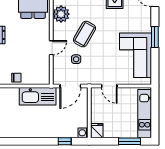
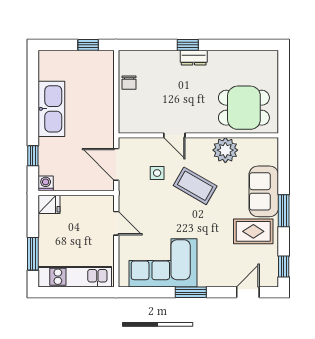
door: (109, 86) -> (116, 223), swing flipped
kitchen sink: (38, 96) -> (51, 109), moved, turned 180

